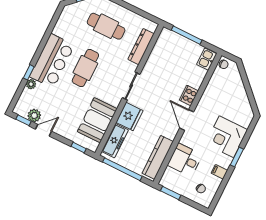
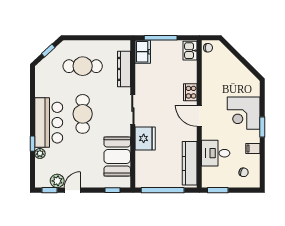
freezer: (115, 141) -> (143, 52), moved, width x0.71

